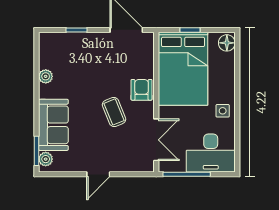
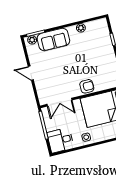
coffee table: (114, 112) -> (70, 73), removed
desk: (211, 153) -> (60, 140), width x0.73

